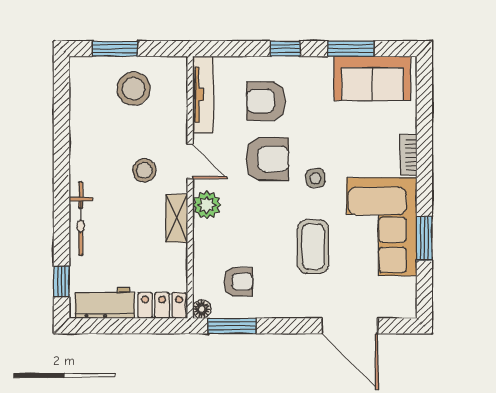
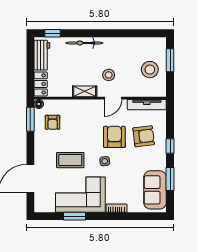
armchair: (266, 101) -> (144, 136), turned 83
armchair: (267, 159) -> (114, 137), turned 180
plant: (207, 205) -> (91, 106), removed

